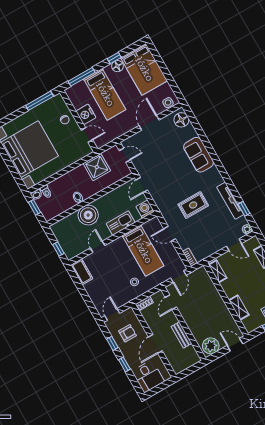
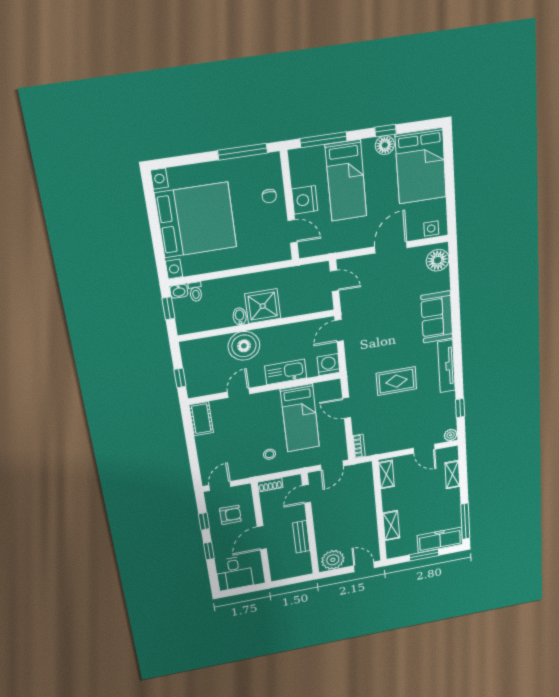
shower: (97, 167) -> (263, 306), moved
tv unit: (230, 201) -> (446, 366), moved

